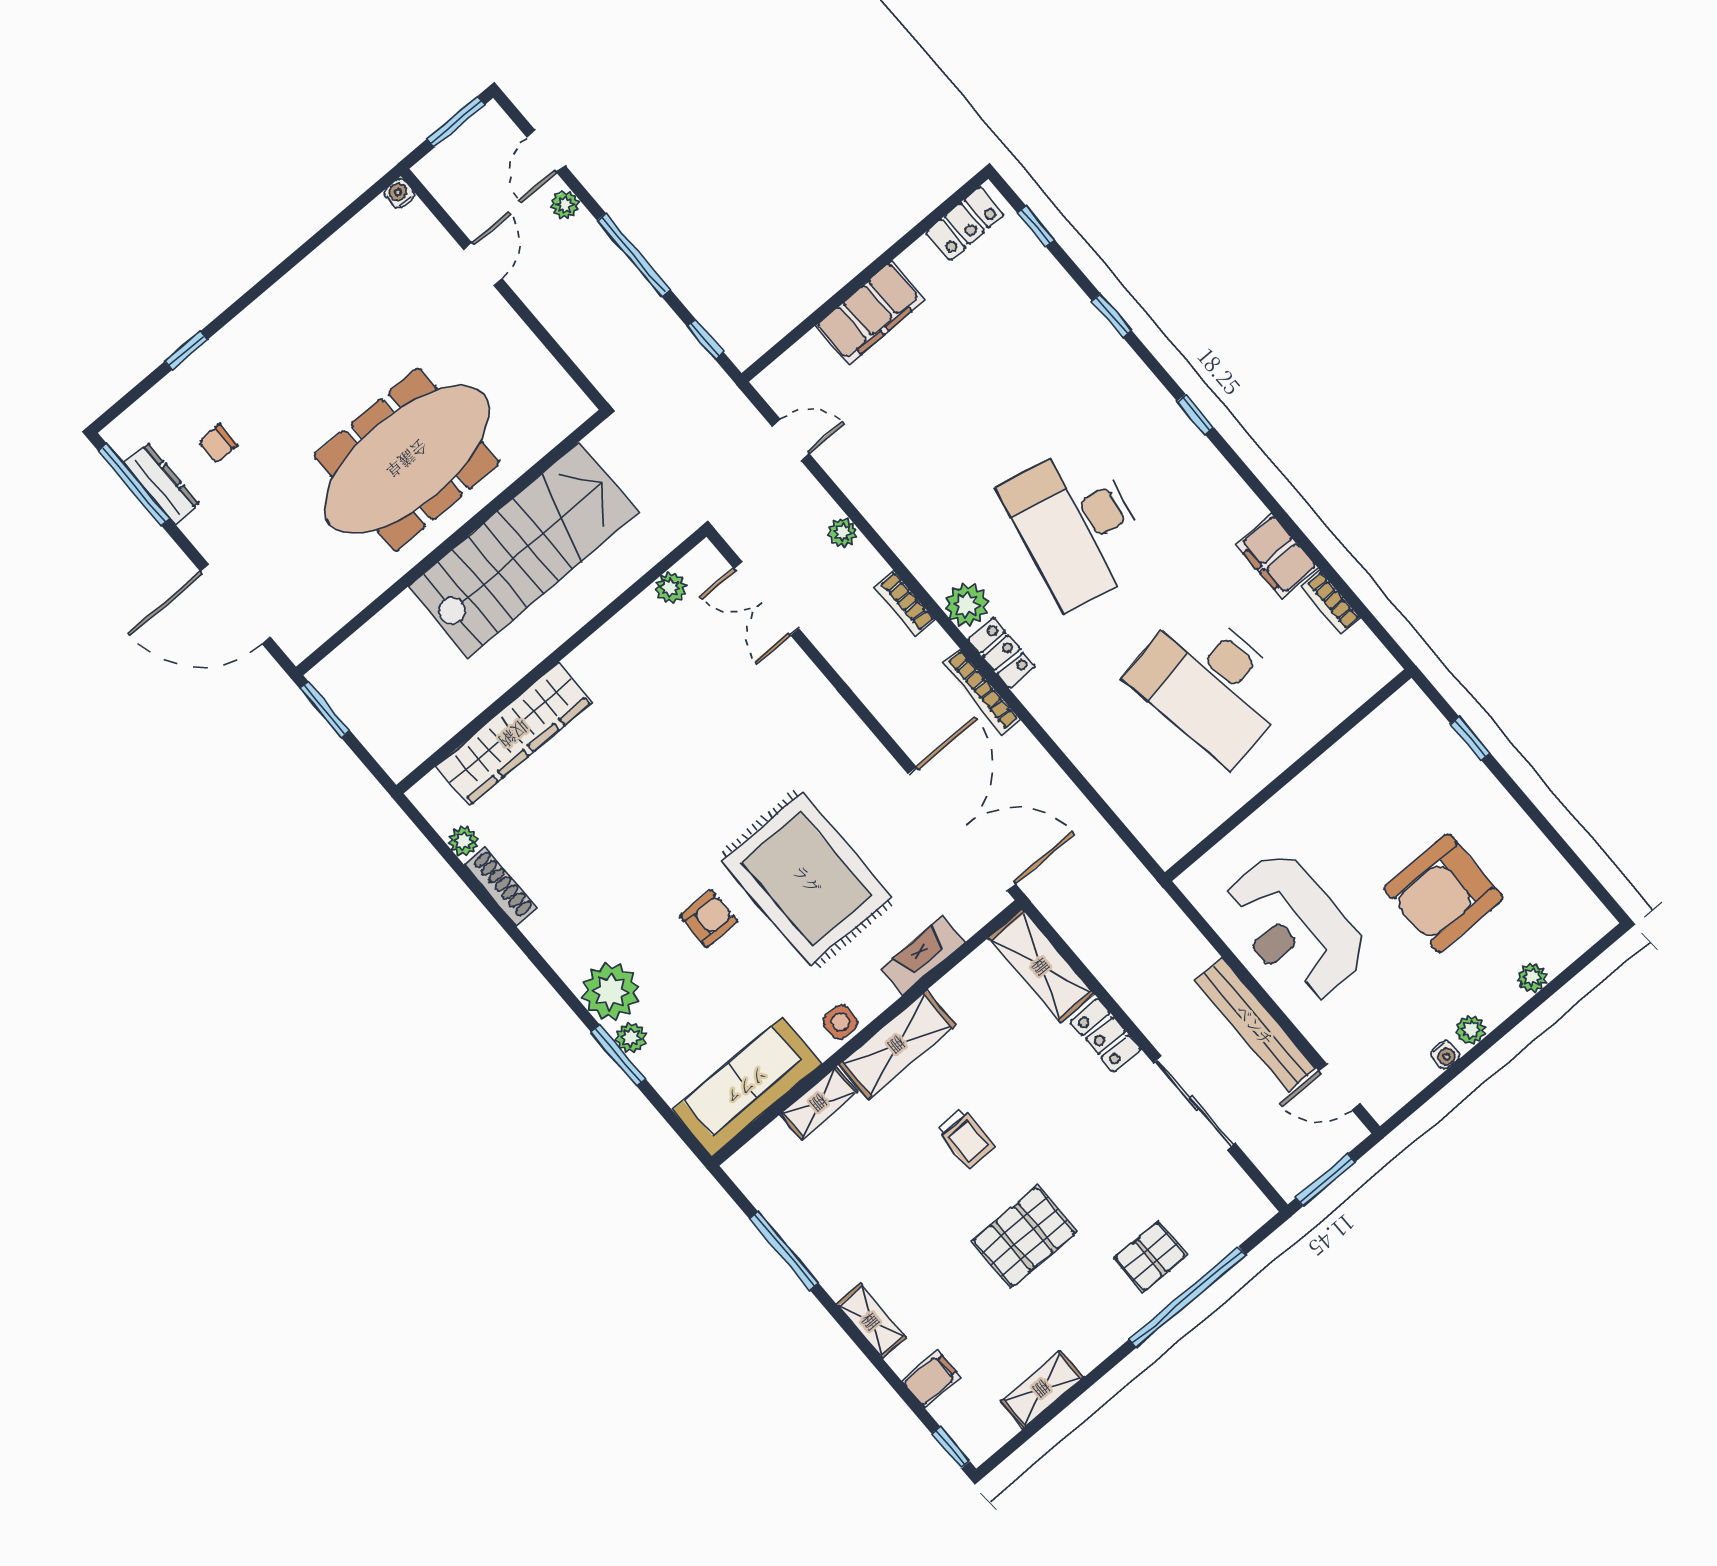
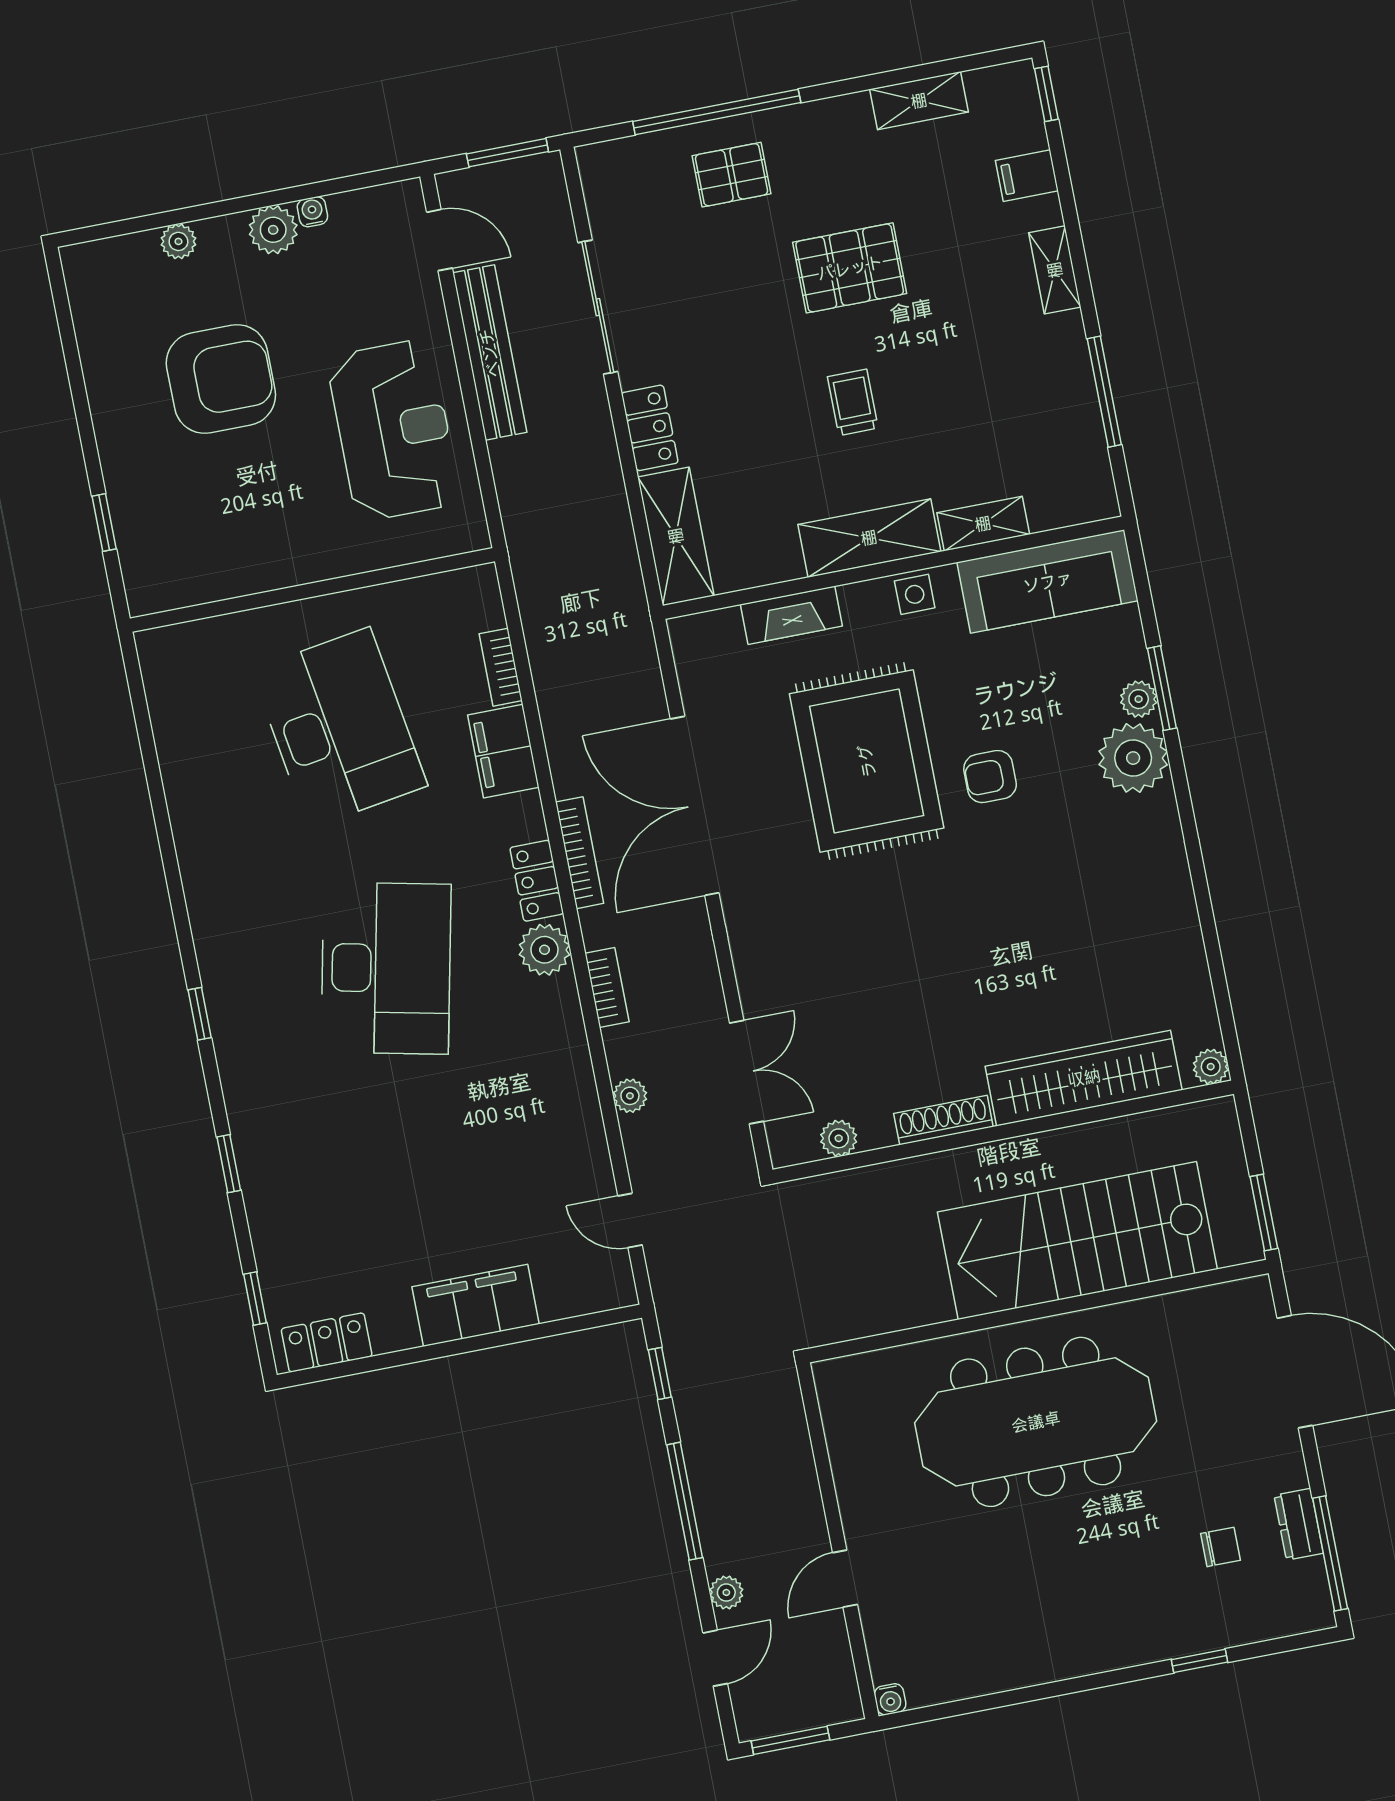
dresser: (161, 484) -> (1299, 1524), width x0.70
stairs: (524, 550) -> (1077, 1241), moved
filing cabinet: (1277, 556) -> (503, 751), moved, turned 180
bookcase: (1331, 602) -> (501, 667), moved, turned 180
double door: (962, 829) -> (695, 806), moved
plant: (463, 841) -> (1211, 1067), moved
shoe rack: (500, 886) -> (943, 1120), moved, turned 90
plant: (1470, 1030) -> (273, 230), width x1.38, depth x1.38

